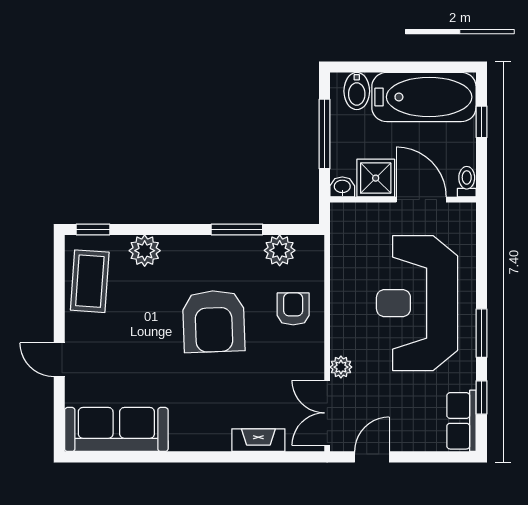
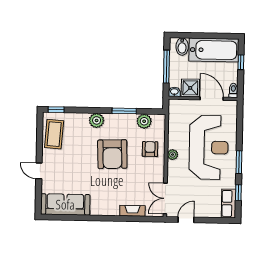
plant: (145, 251) -> (97, 120), moved
reception desk: (417, 303) -> (209, 147), turned 180
plant: (341, 367) -> (173, 155), moved

